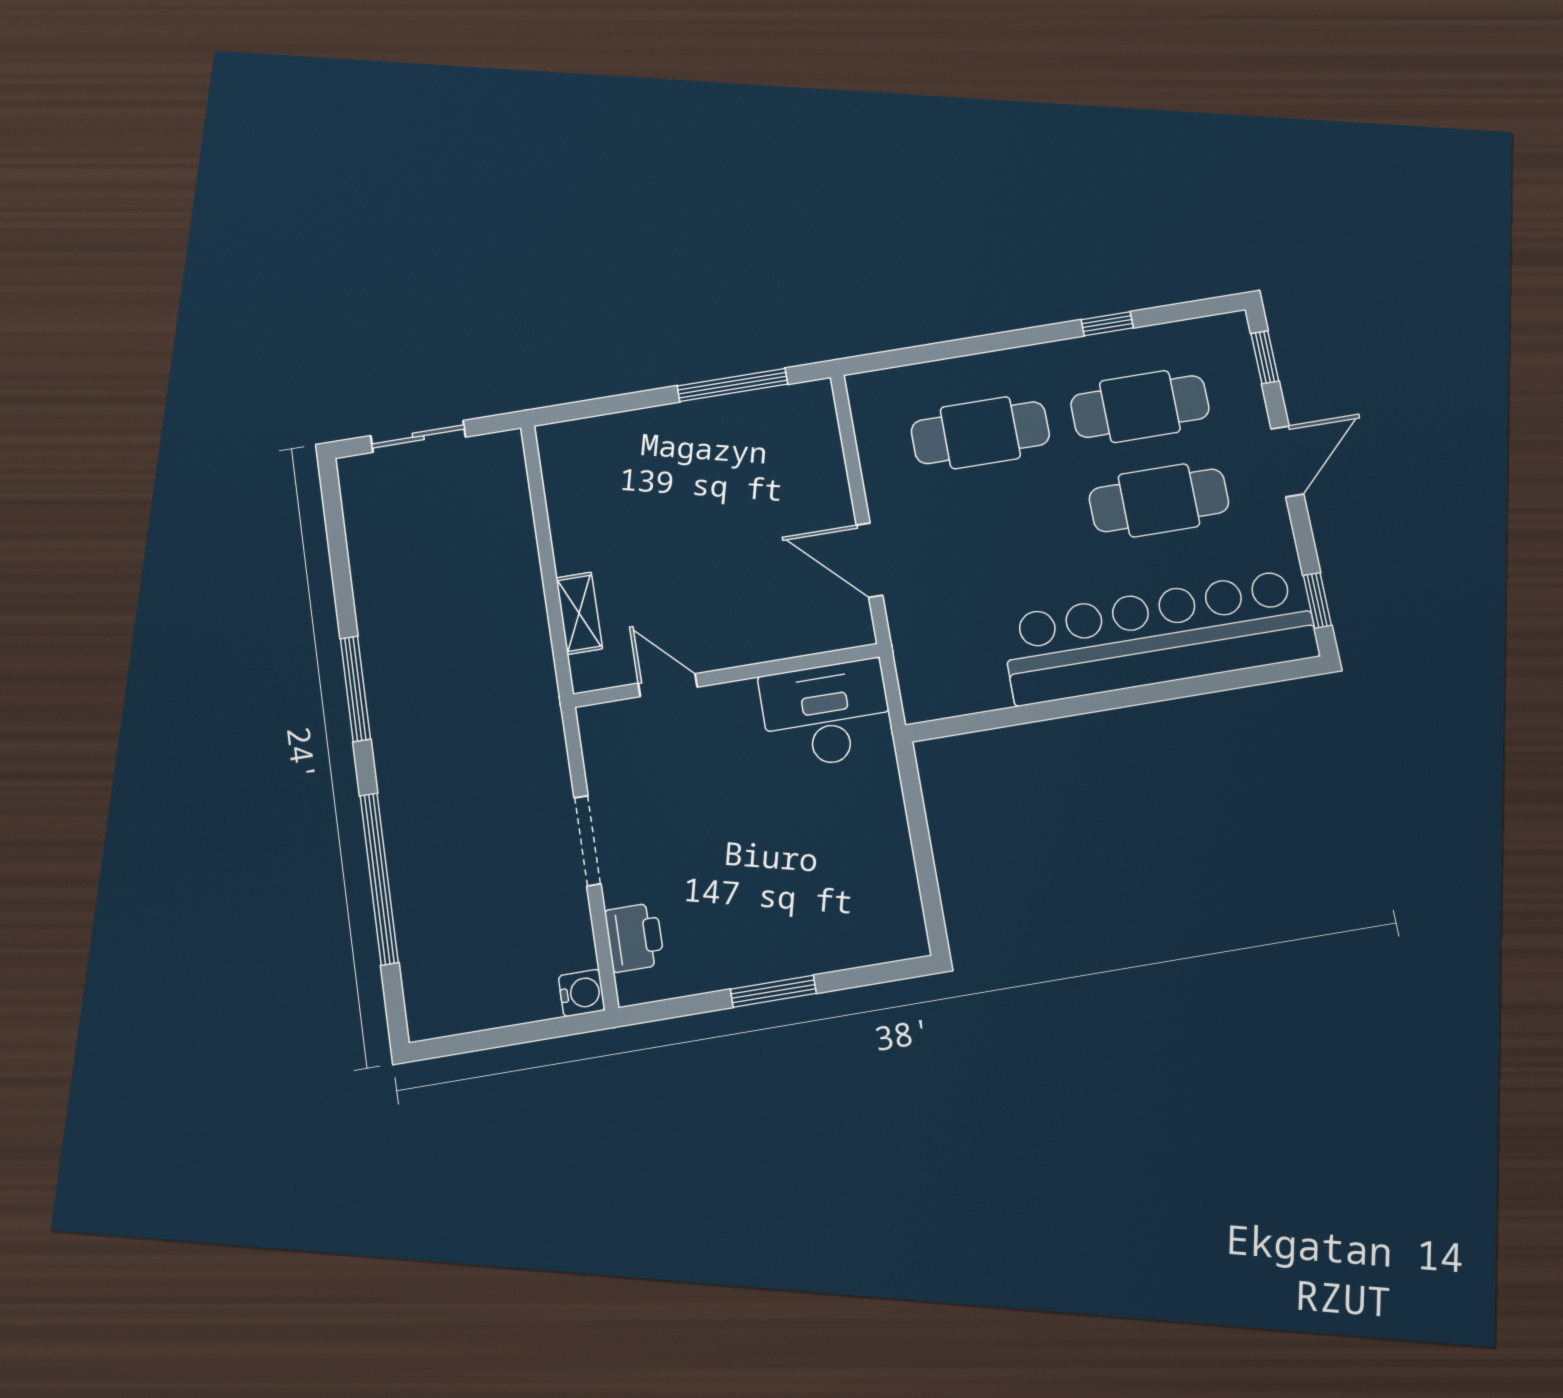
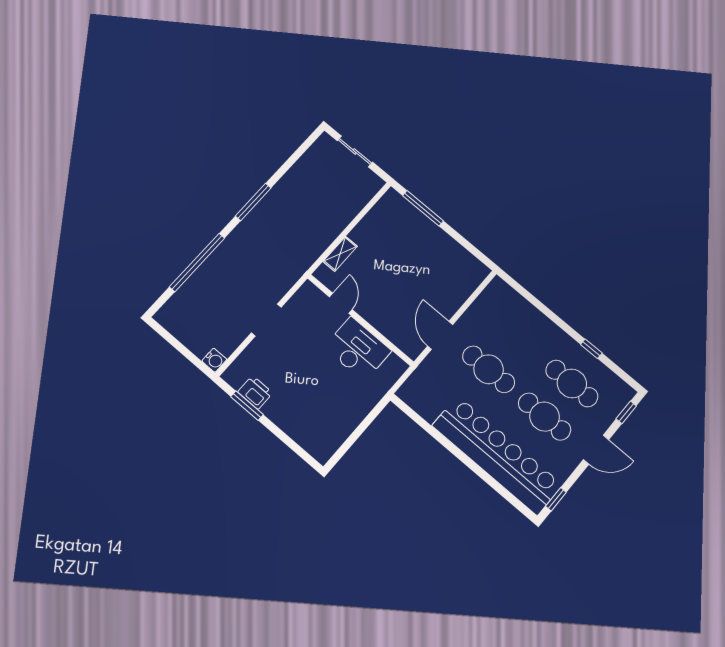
window: (732, 385) -> (423, 208), moved
cafe table: (980, 433) -> (489, 369), moved
desk: (826, 714) -> (358, 349), moved
printer: (634, 937) -> (255, 392), moved, turned -90
window: (773, 991) -> (247, 406), moved

